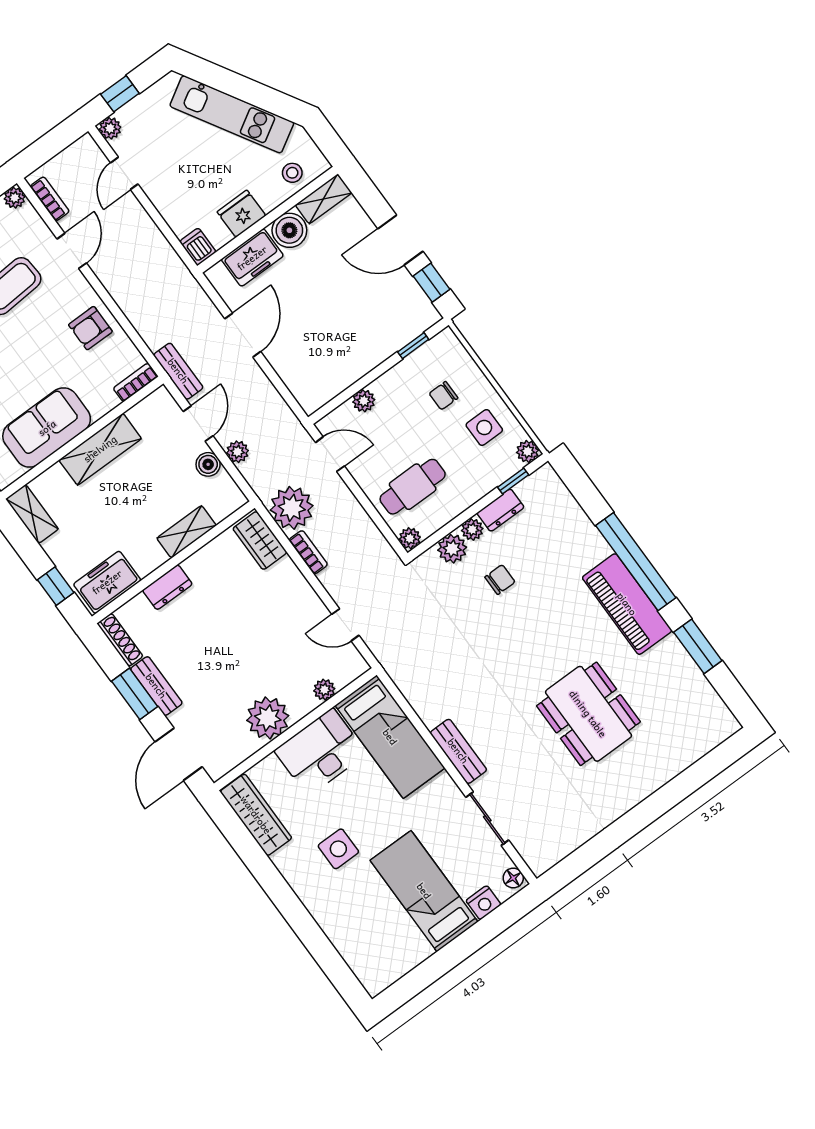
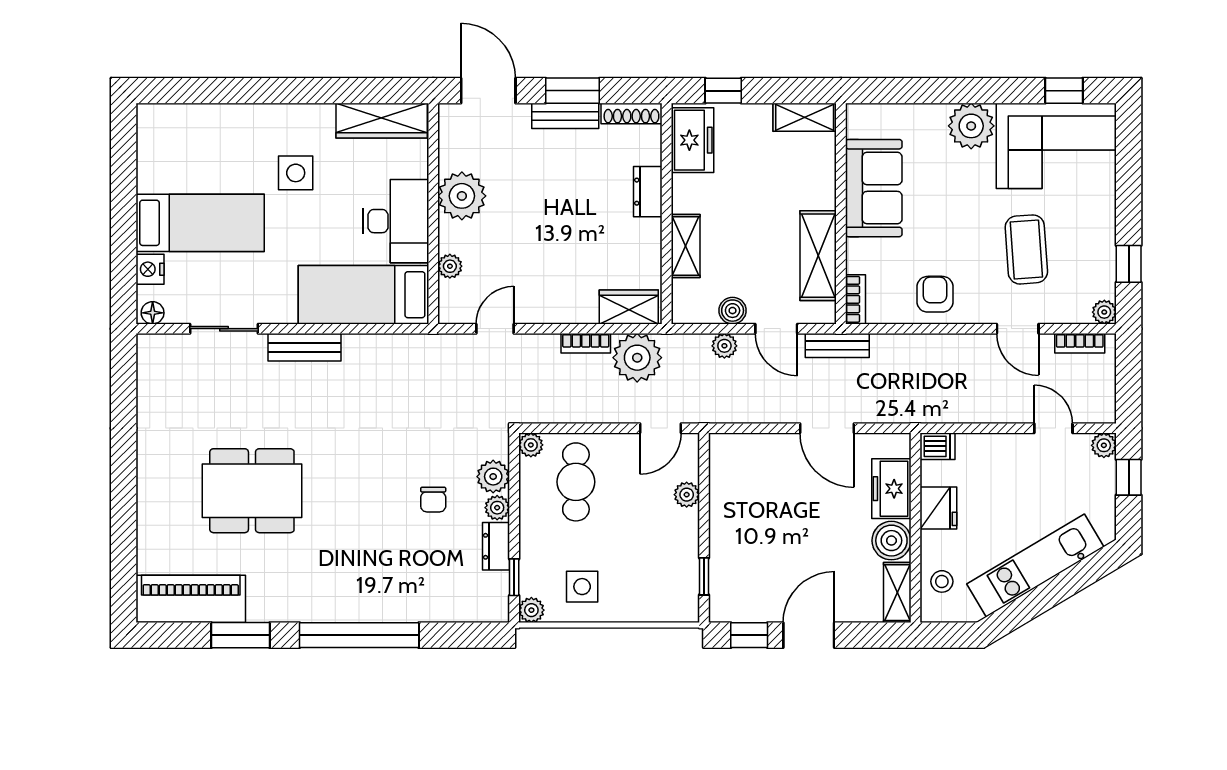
chair: (443, 396) -> (638, 571), removed
shelving: (100, 449) -> (818, 256), moved
piano: (627, 604) -> (191, 599), moved

